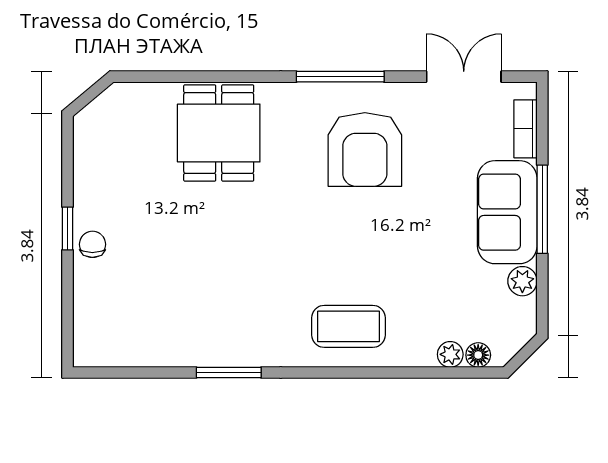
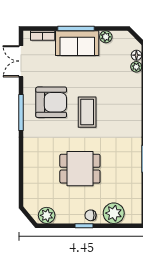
dining table: (219, 133) -> (80, 169), moved
plant: (92, 139) -> (47, 215), added
plant: (98, 300) -> (114, 213), added
coffee table: (349, 326) -> (87, 112), moved

